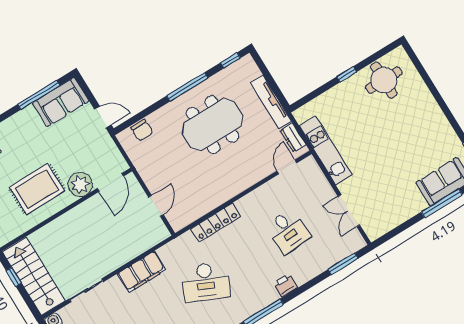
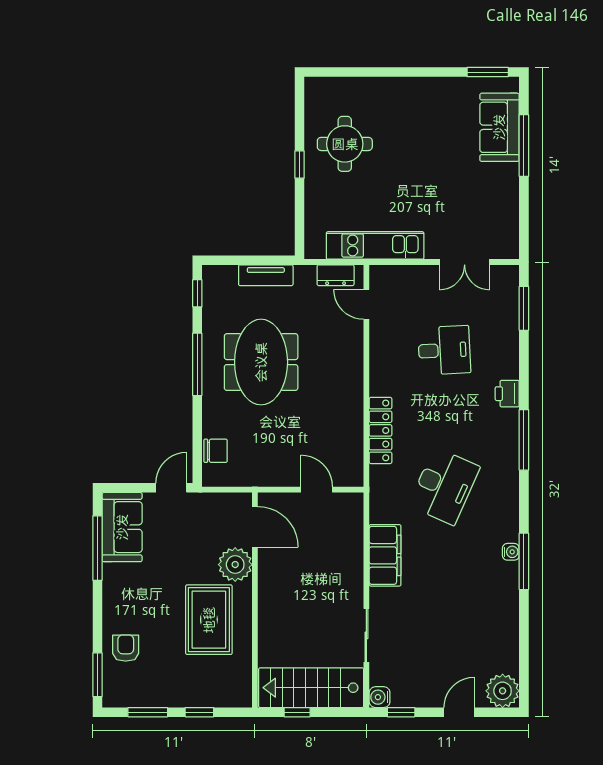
round table: (384, 80) -> (345, 144), moved
tv unit: (271, 102) -> (266, 275), width x0.71

